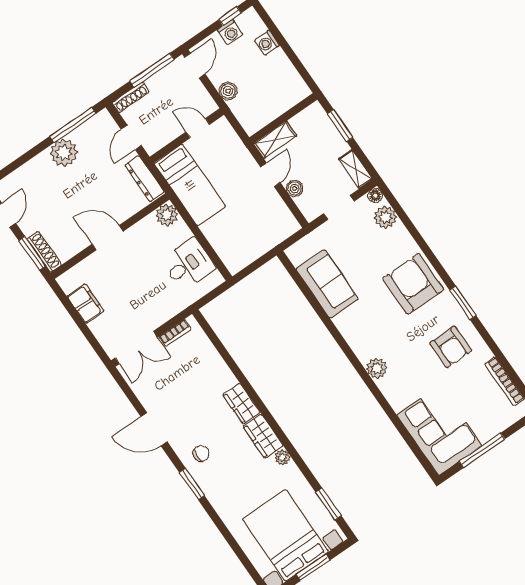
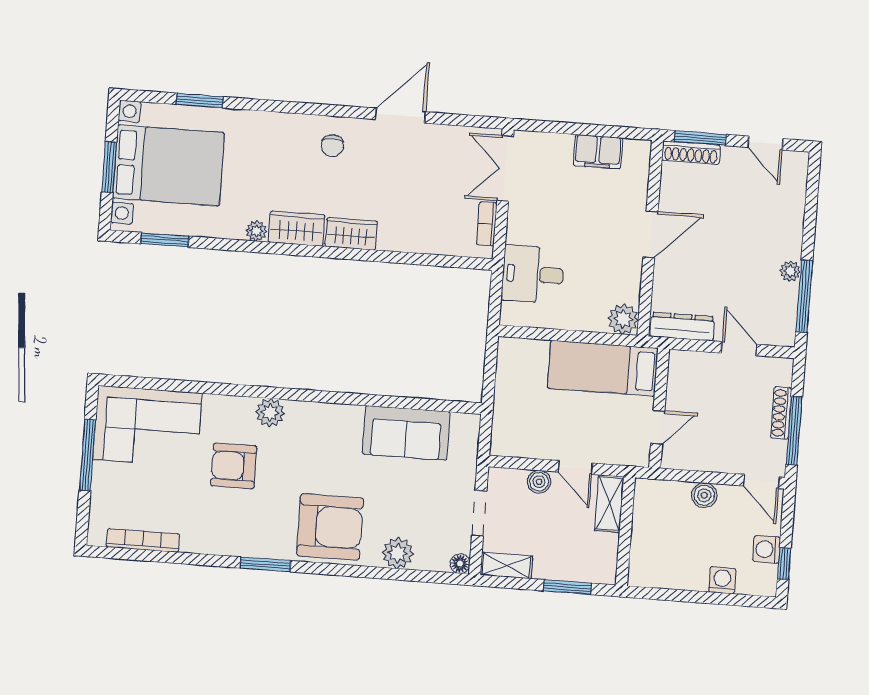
shoe rack: (131, 97) -> (781, 413), moved
door: (198, 128) -> (658, 427), moved
wall: (187, 136) -> (659, 408), moved
plant: (64, 153) -> (790, 271), width x0.53, depth x0.53
bed: (190, 185) -> (603, 368), moved
plant: (385, 217) -> (398, 553), moved
desk: (188, 264) -> (533, 274), moved, turned 90
armchair: (451, 347) -> (234, 466), moved
window: (192, 484) -> (200, 101), moved

